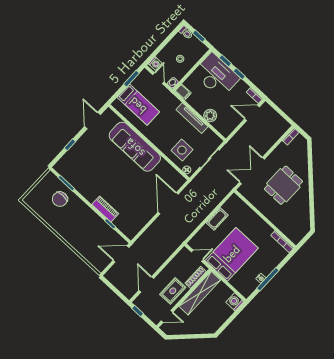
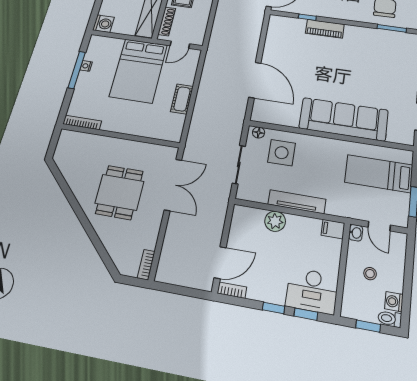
washing machine: (155, 63) -> (394, 302), moved
desk: (216, 76) -> (312, 291), width x0.73, depth x0.77

